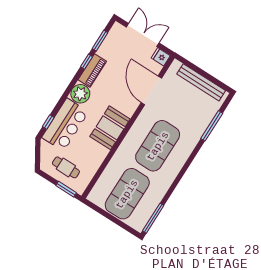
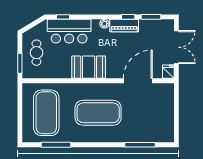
bench: (201, 82) -> (168, 115), removed
plant: (80, 94) -> (104, 24), width x0.53, depth x0.53
exercise mat: (127, 194) -> (46, 113), turned 90
window: (153, 218) -> (56, 145), moved

